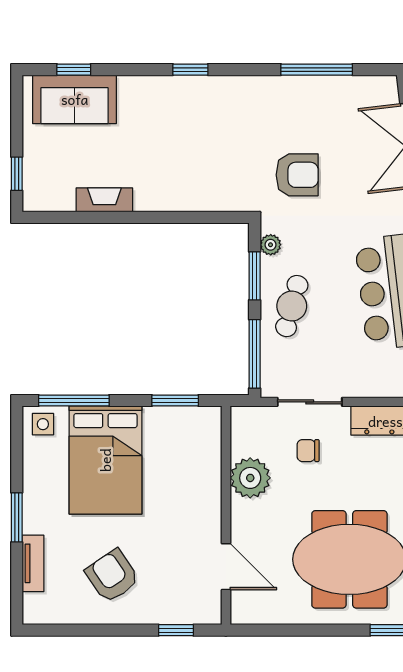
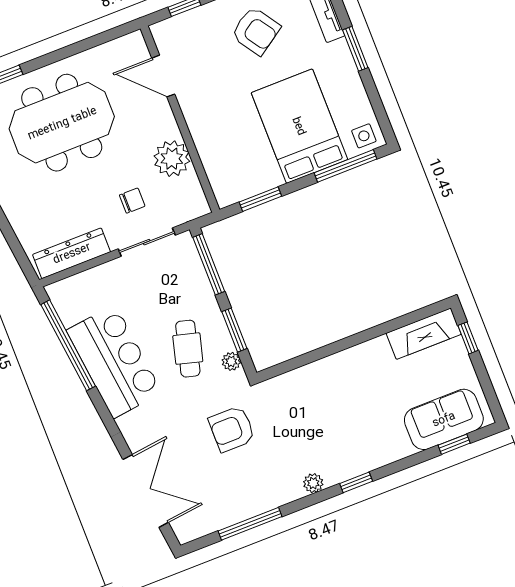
plant: (235, 86) -> (313, 483), added
fireplace: (104, 200) -> (424, 334), moved, width x1.37, depth x1.32
cafe table: (292, 306) -> (188, 349), moved

